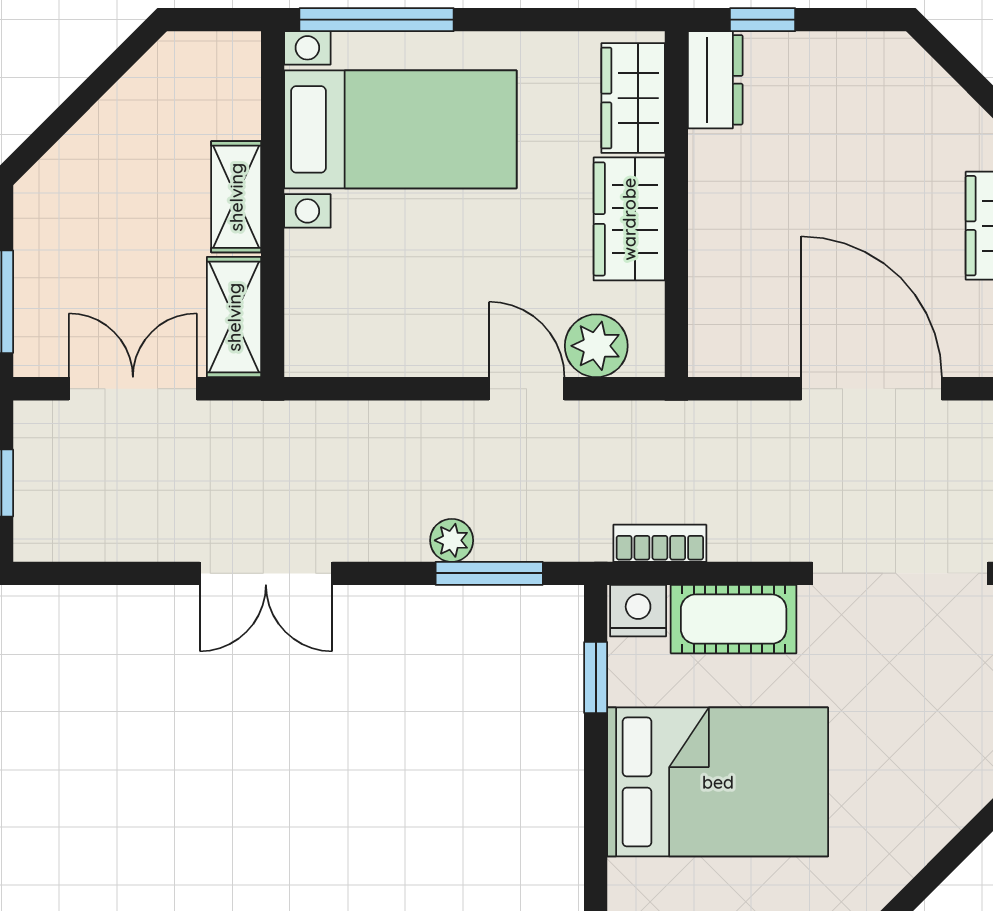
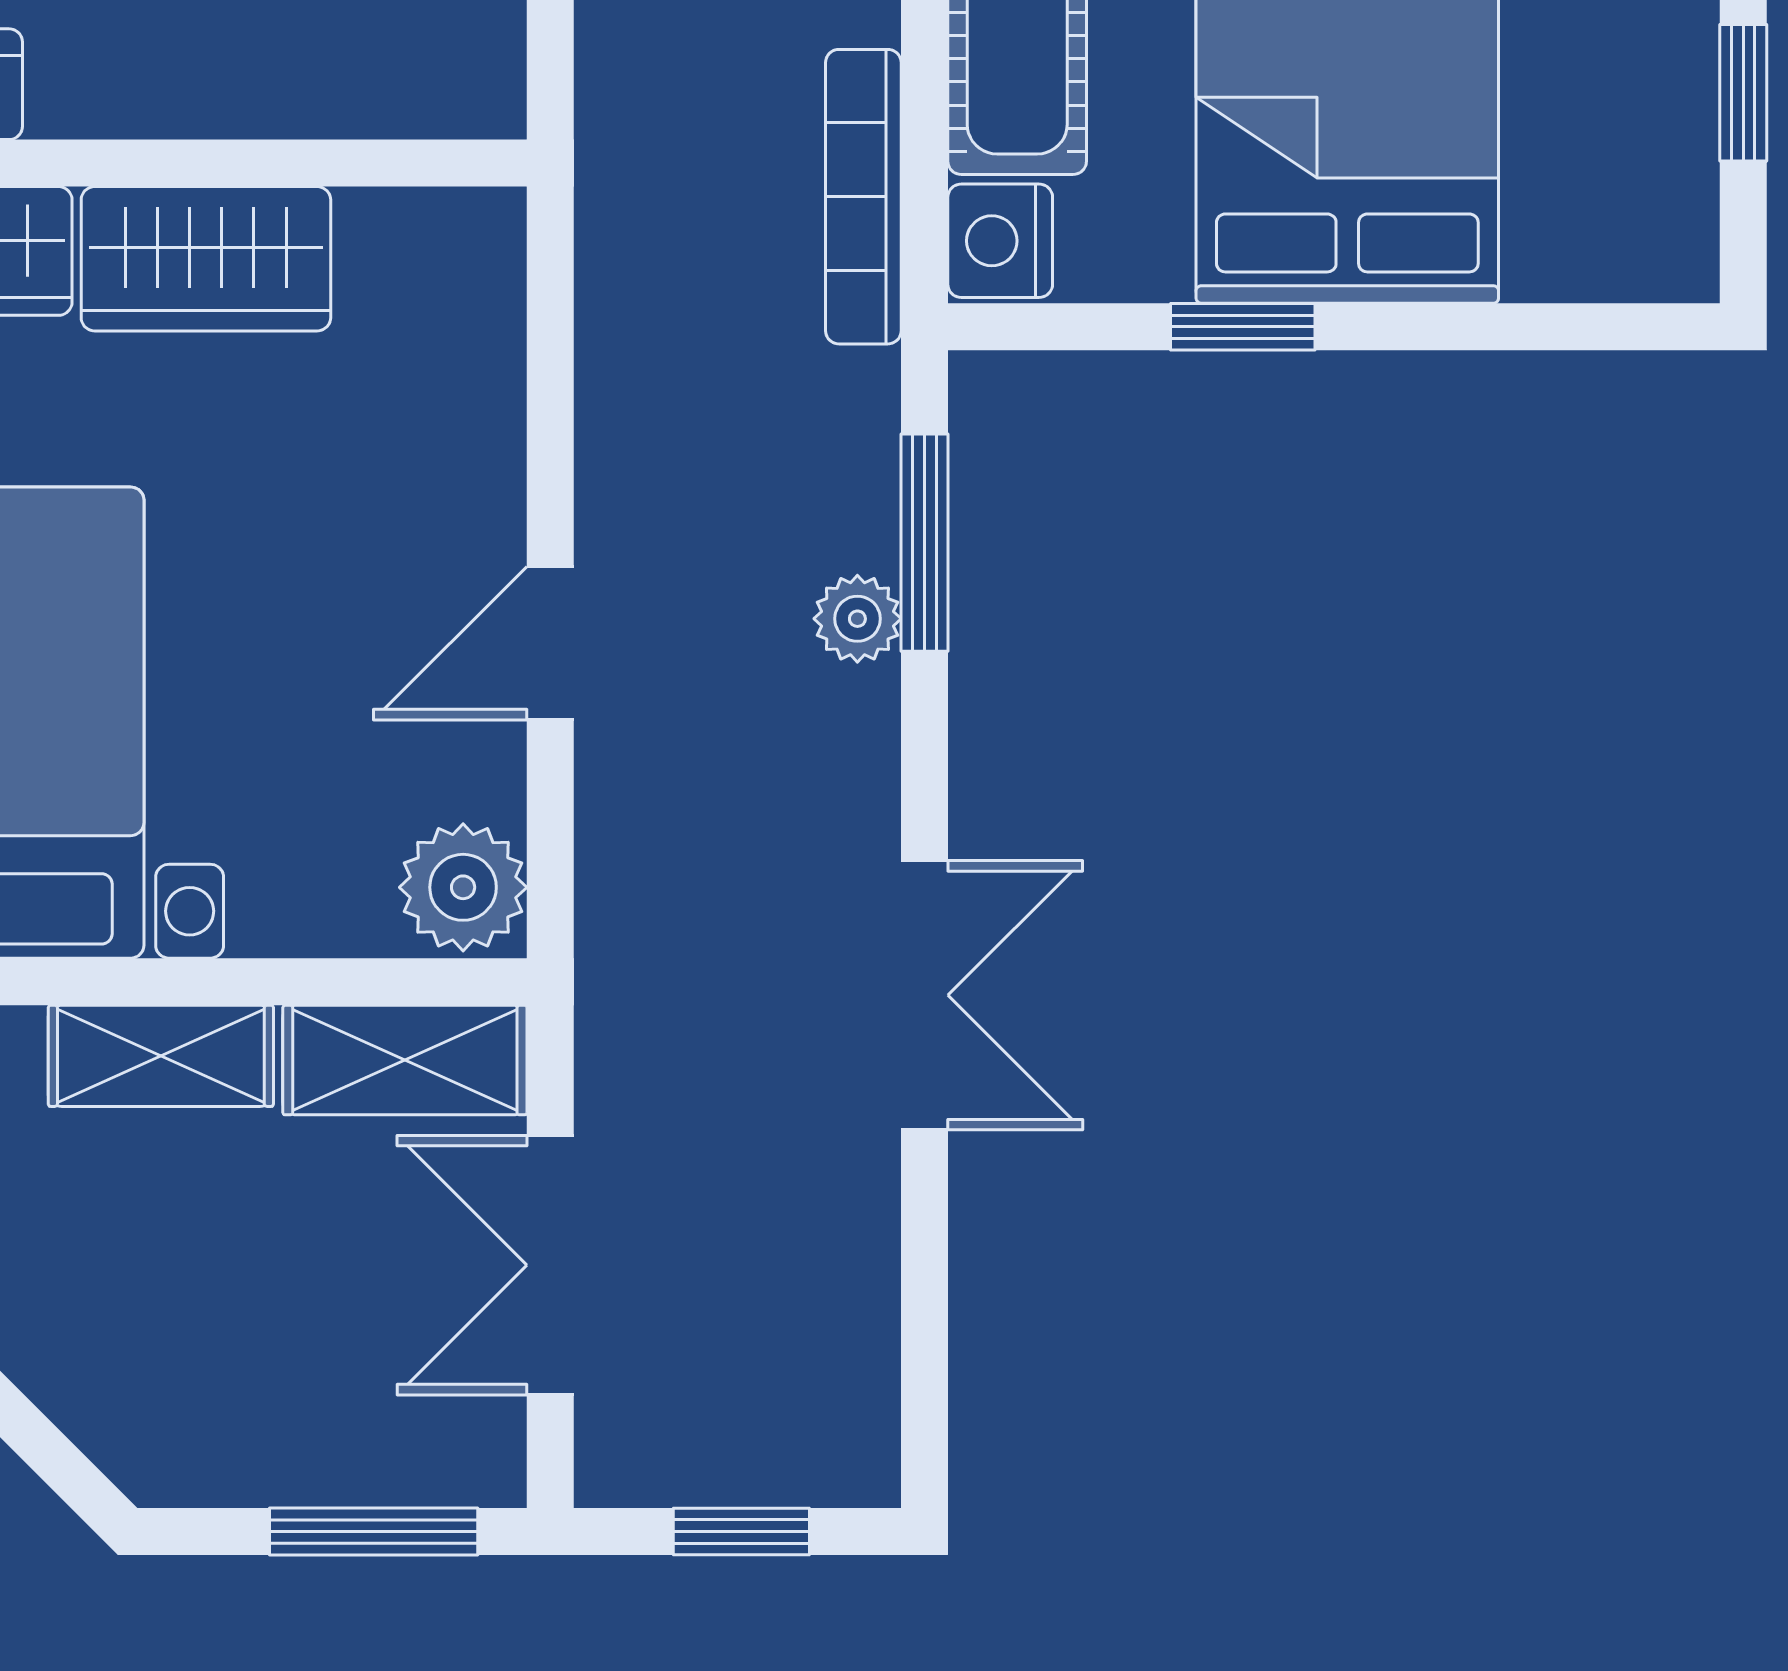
plant: (596, 346) -> (463, 887), moved
door: (527, 389) -> (550, 643), moved
bookcase: (660, 543) -> (863, 197), width x1.56
window: (596, 678) -> (1243, 327), moved

